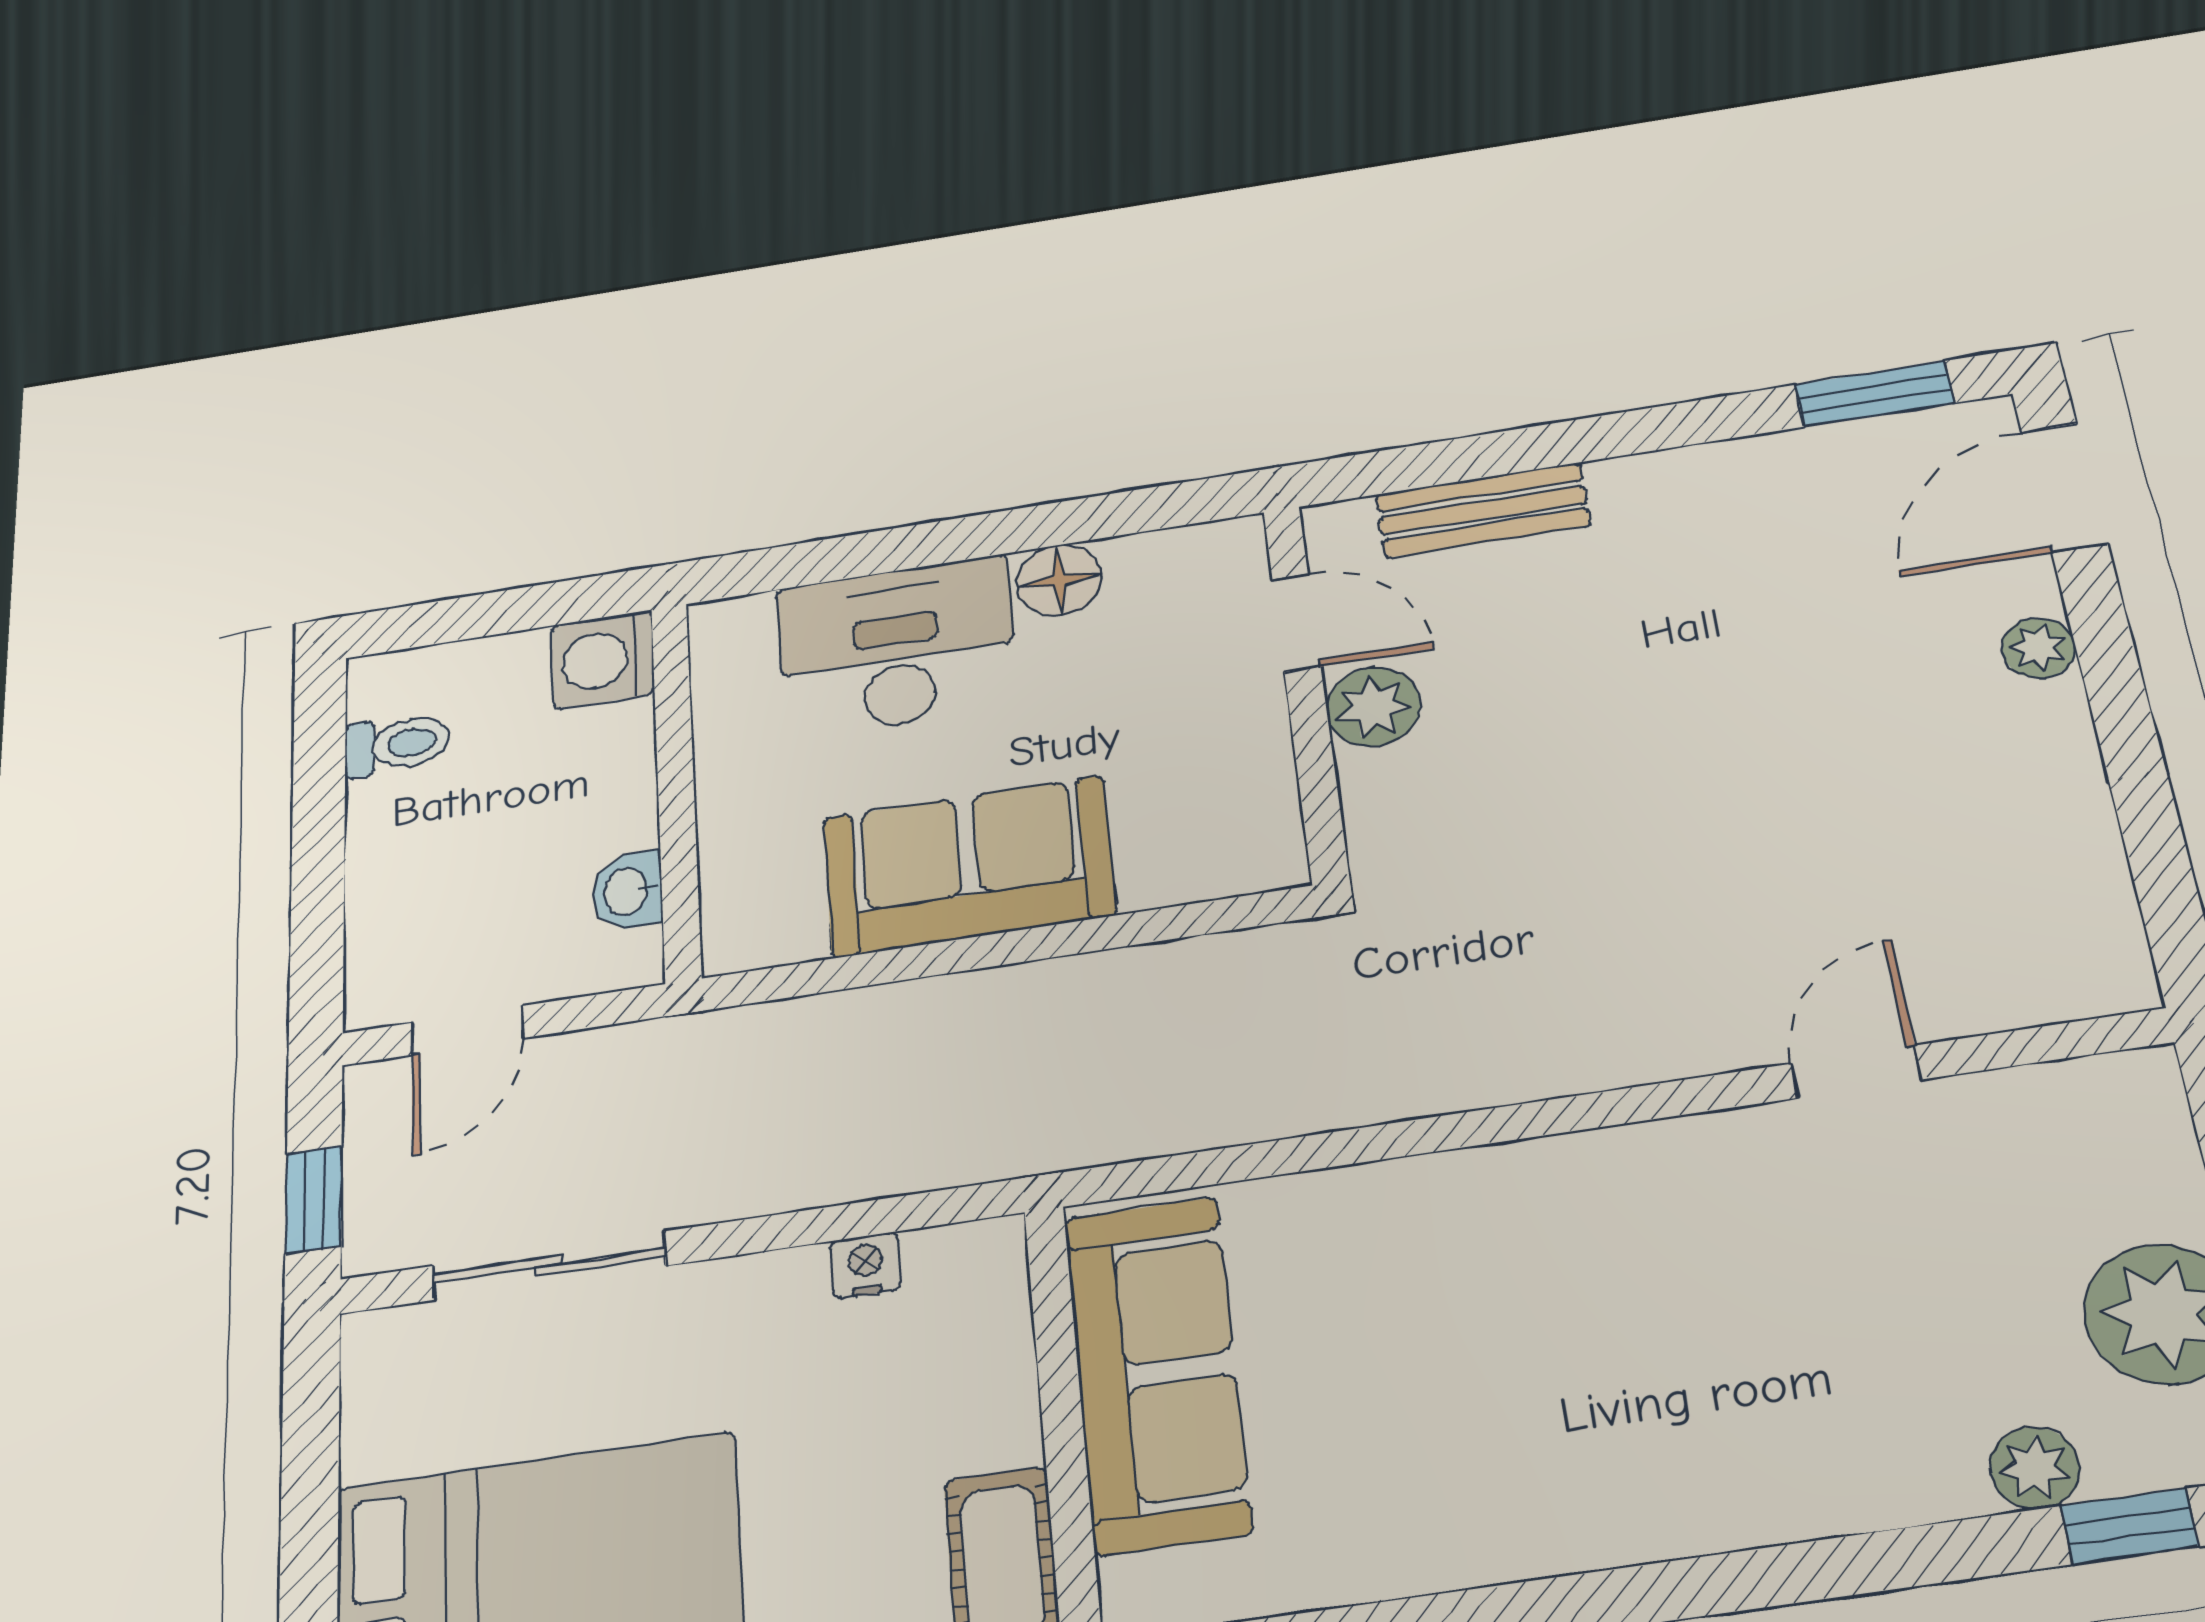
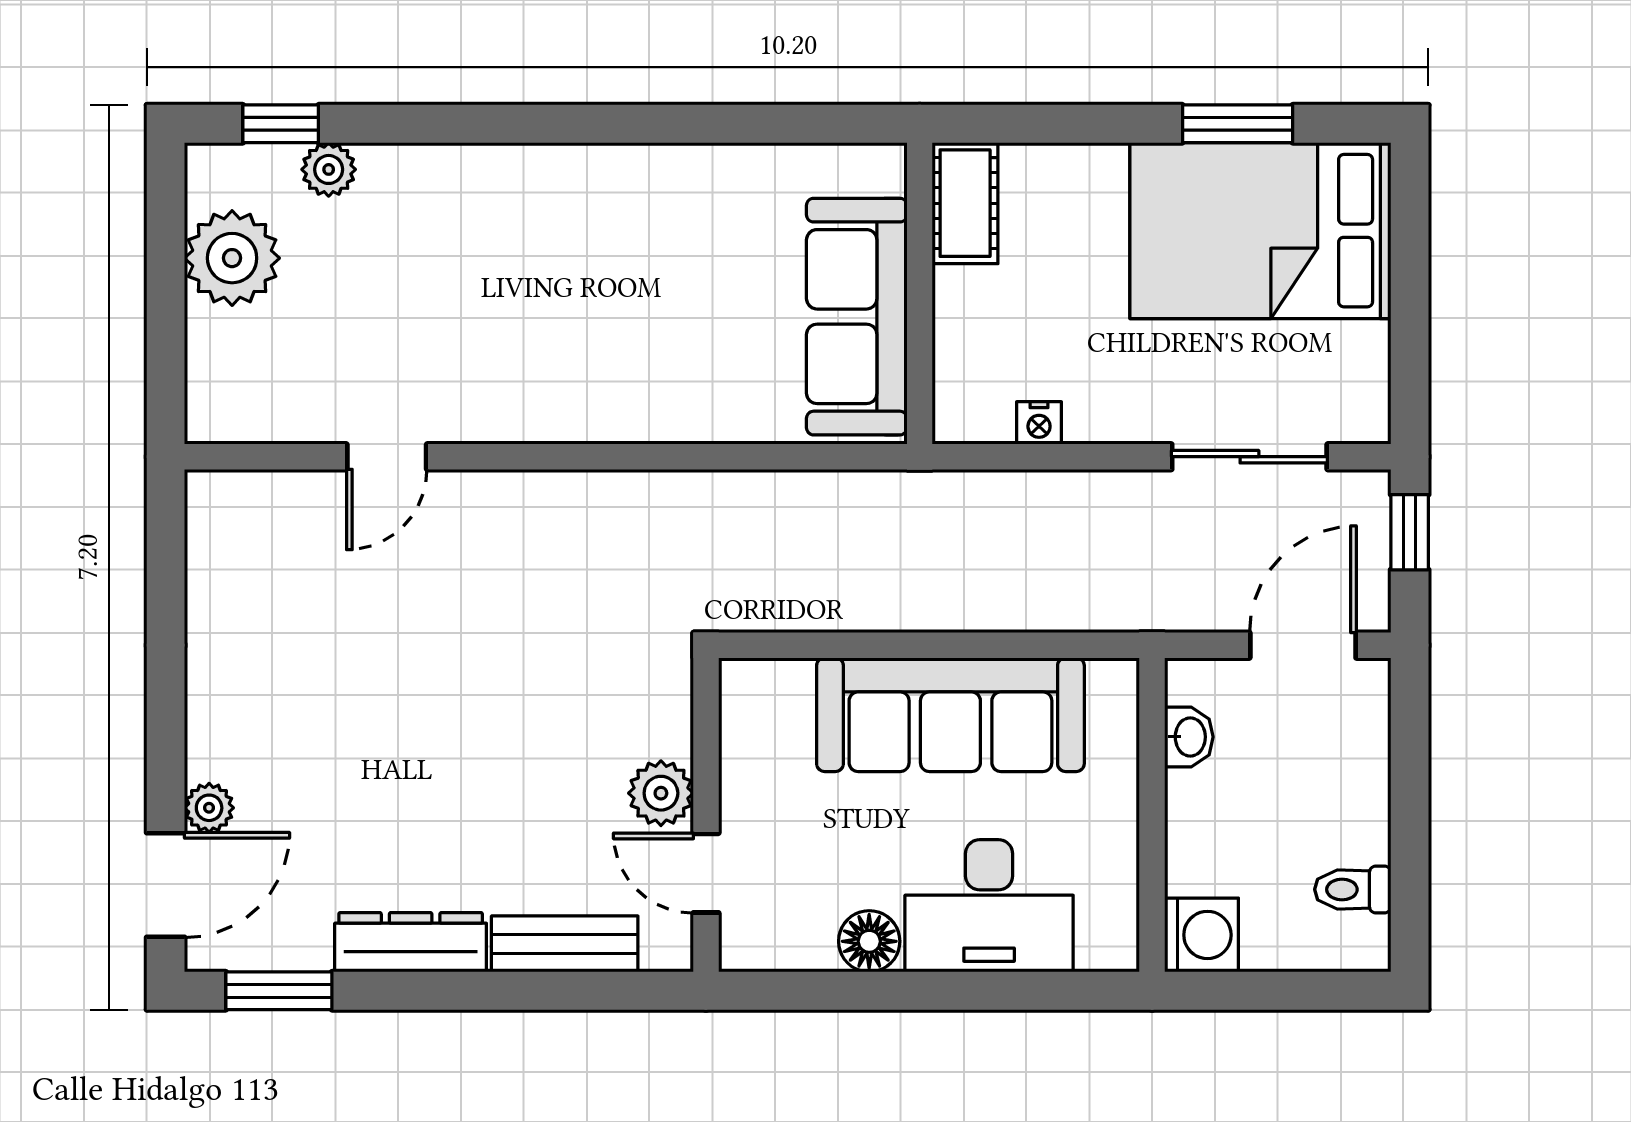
dresser: (1700, 478) -> (411, 942), added
plant: (2039, 648) -> (209, 808), moved
sofa: (969, 866) -> (950, 715), width x1.36
door: (468, 1030) -> (1303, 645), width x1.38

